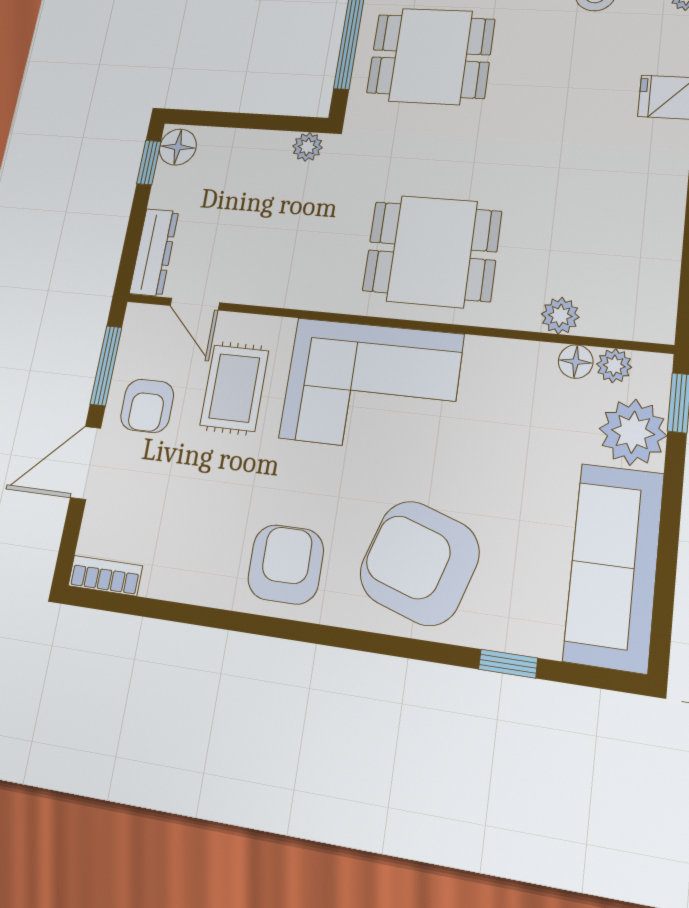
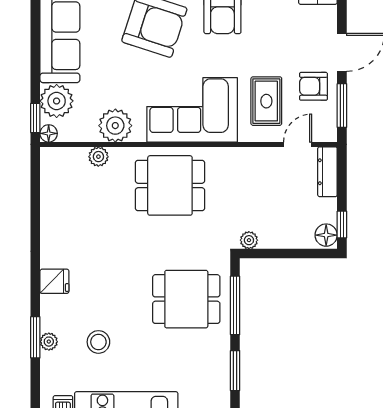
door: (195, 304) -> (298, 144), hinge flipped
floor lamp: (576, 362) -> (49, 133), moved
plant: (614, 366) -> (115, 126), moved, width x1.88, depth x1.88
armchair: (147, 406) -> (313, 86), turned -90

